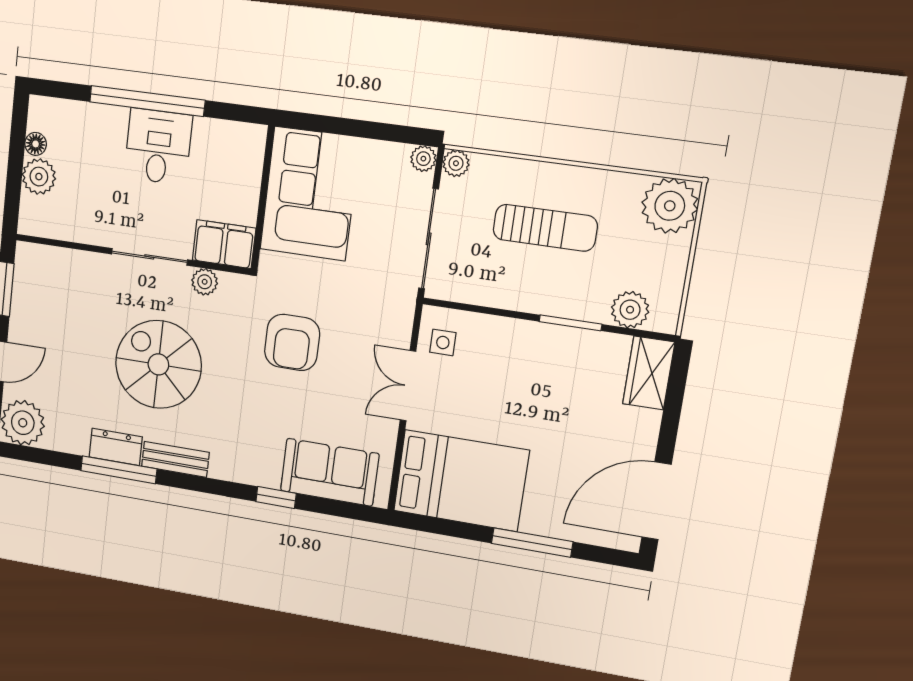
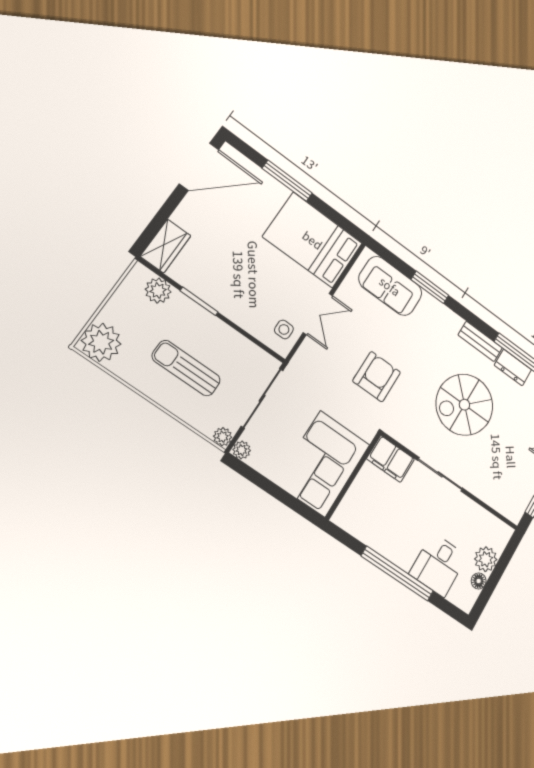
desk: (158, 147) -> (438, 565), moved
plant: (205, 282) -> (413, 441), removed
spiral stairs: (158, 364) -> (464, 405), turned 90
window: (276, 497) -> (430, 287), width x1.50

